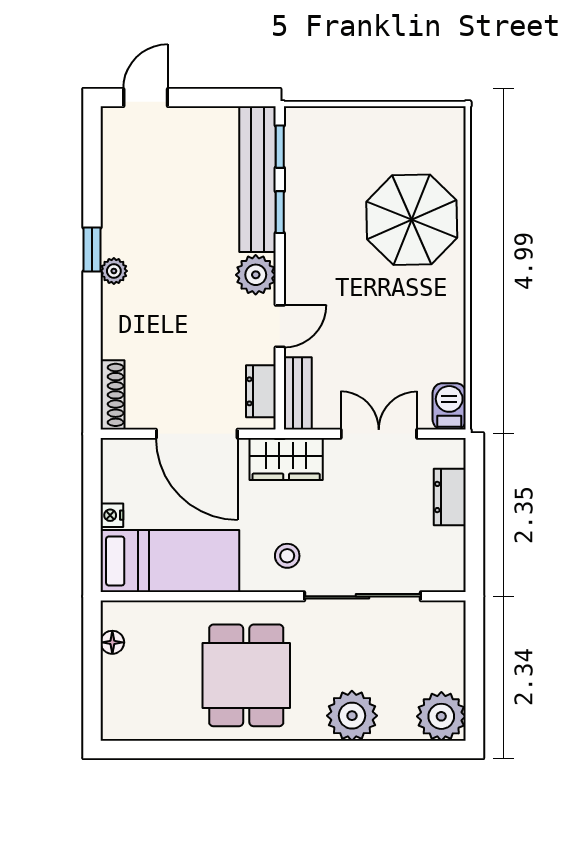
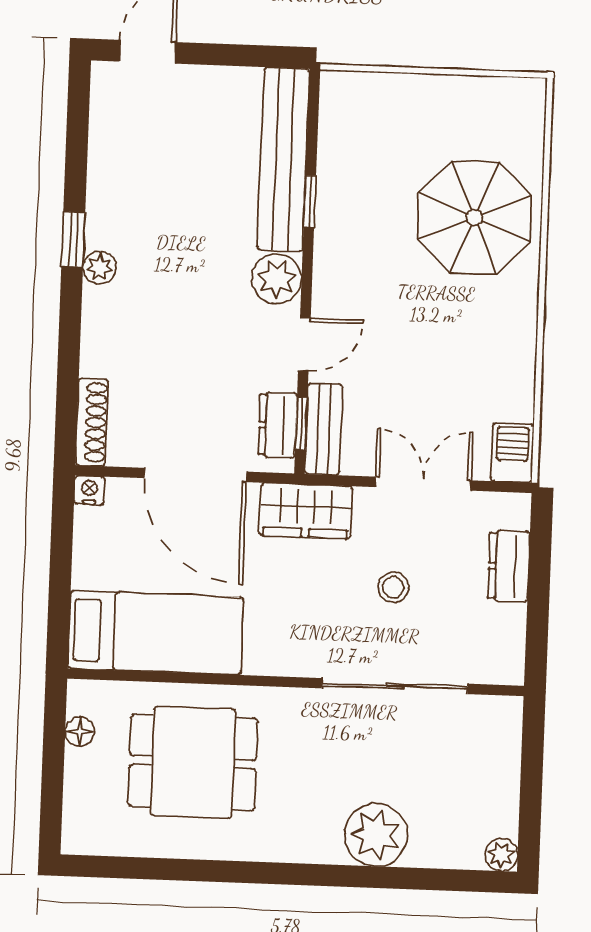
window: (280, 147) -> (301, 424), moved
nightstand: (112, 515) -> (89, 490), moved, turned 90
stool: (287, 556) -> (393, 587), moved
dining table: (246, 675) -> (193, 762), moved, turned 90
plant: (441, 716) -> (501, 855), width x0.53, depth x0.53

